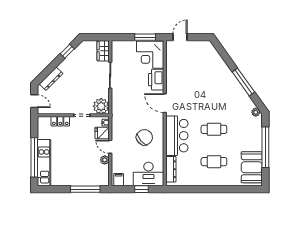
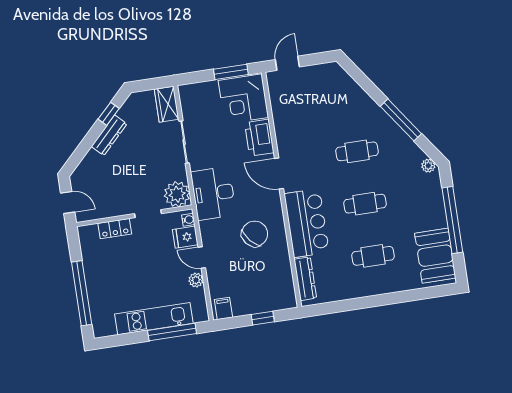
dresser: (51, 79) -> (109, 135), moved
cafe table: (214, 97) -> (357, 151), added
kitchen unit: (44, 163) -> (154, 319), moved, turned -90
desk: (148, 174) -> (213, 193), moved, turned 90

